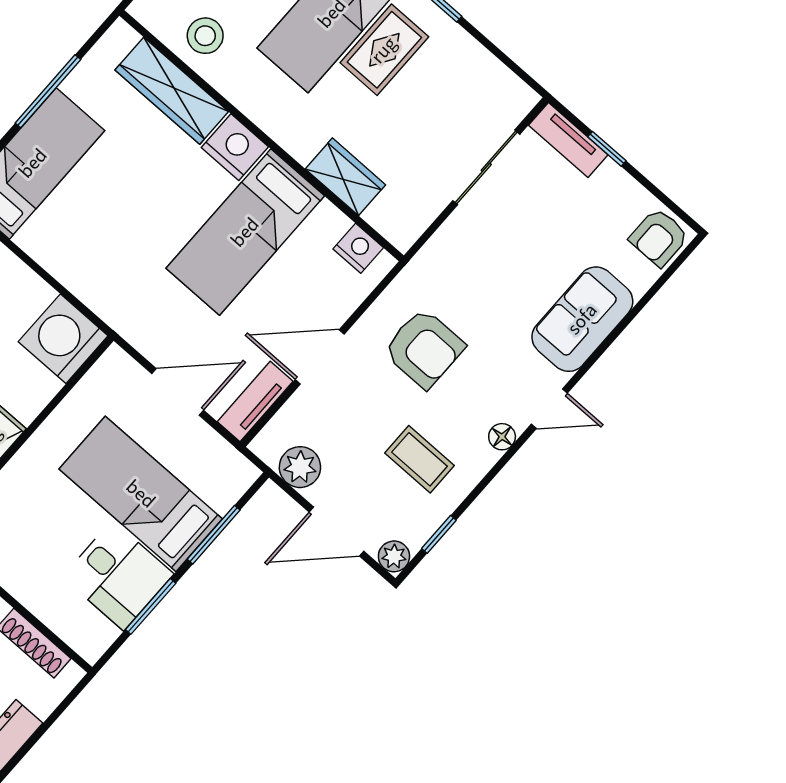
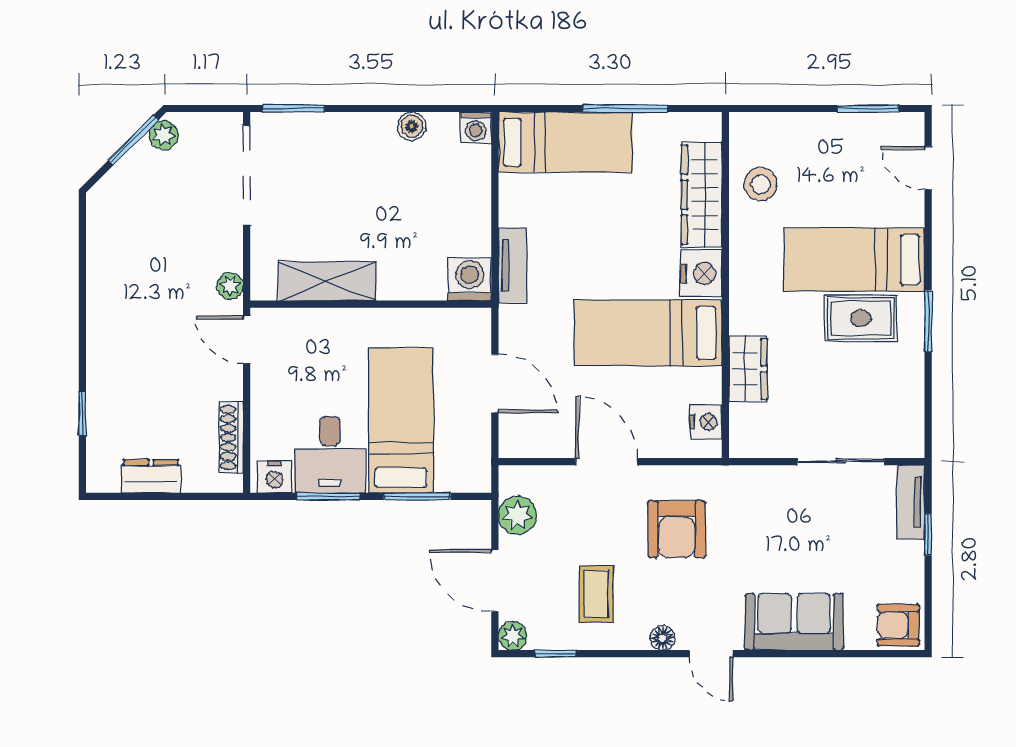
washing machine: (63, 339) -> (470, 279), width x0.73, depth x0.73
tv unit: (255, 401) -> (513, 265), moved, turned 90
nightstand: (97, 636) -> (274, 477), added

